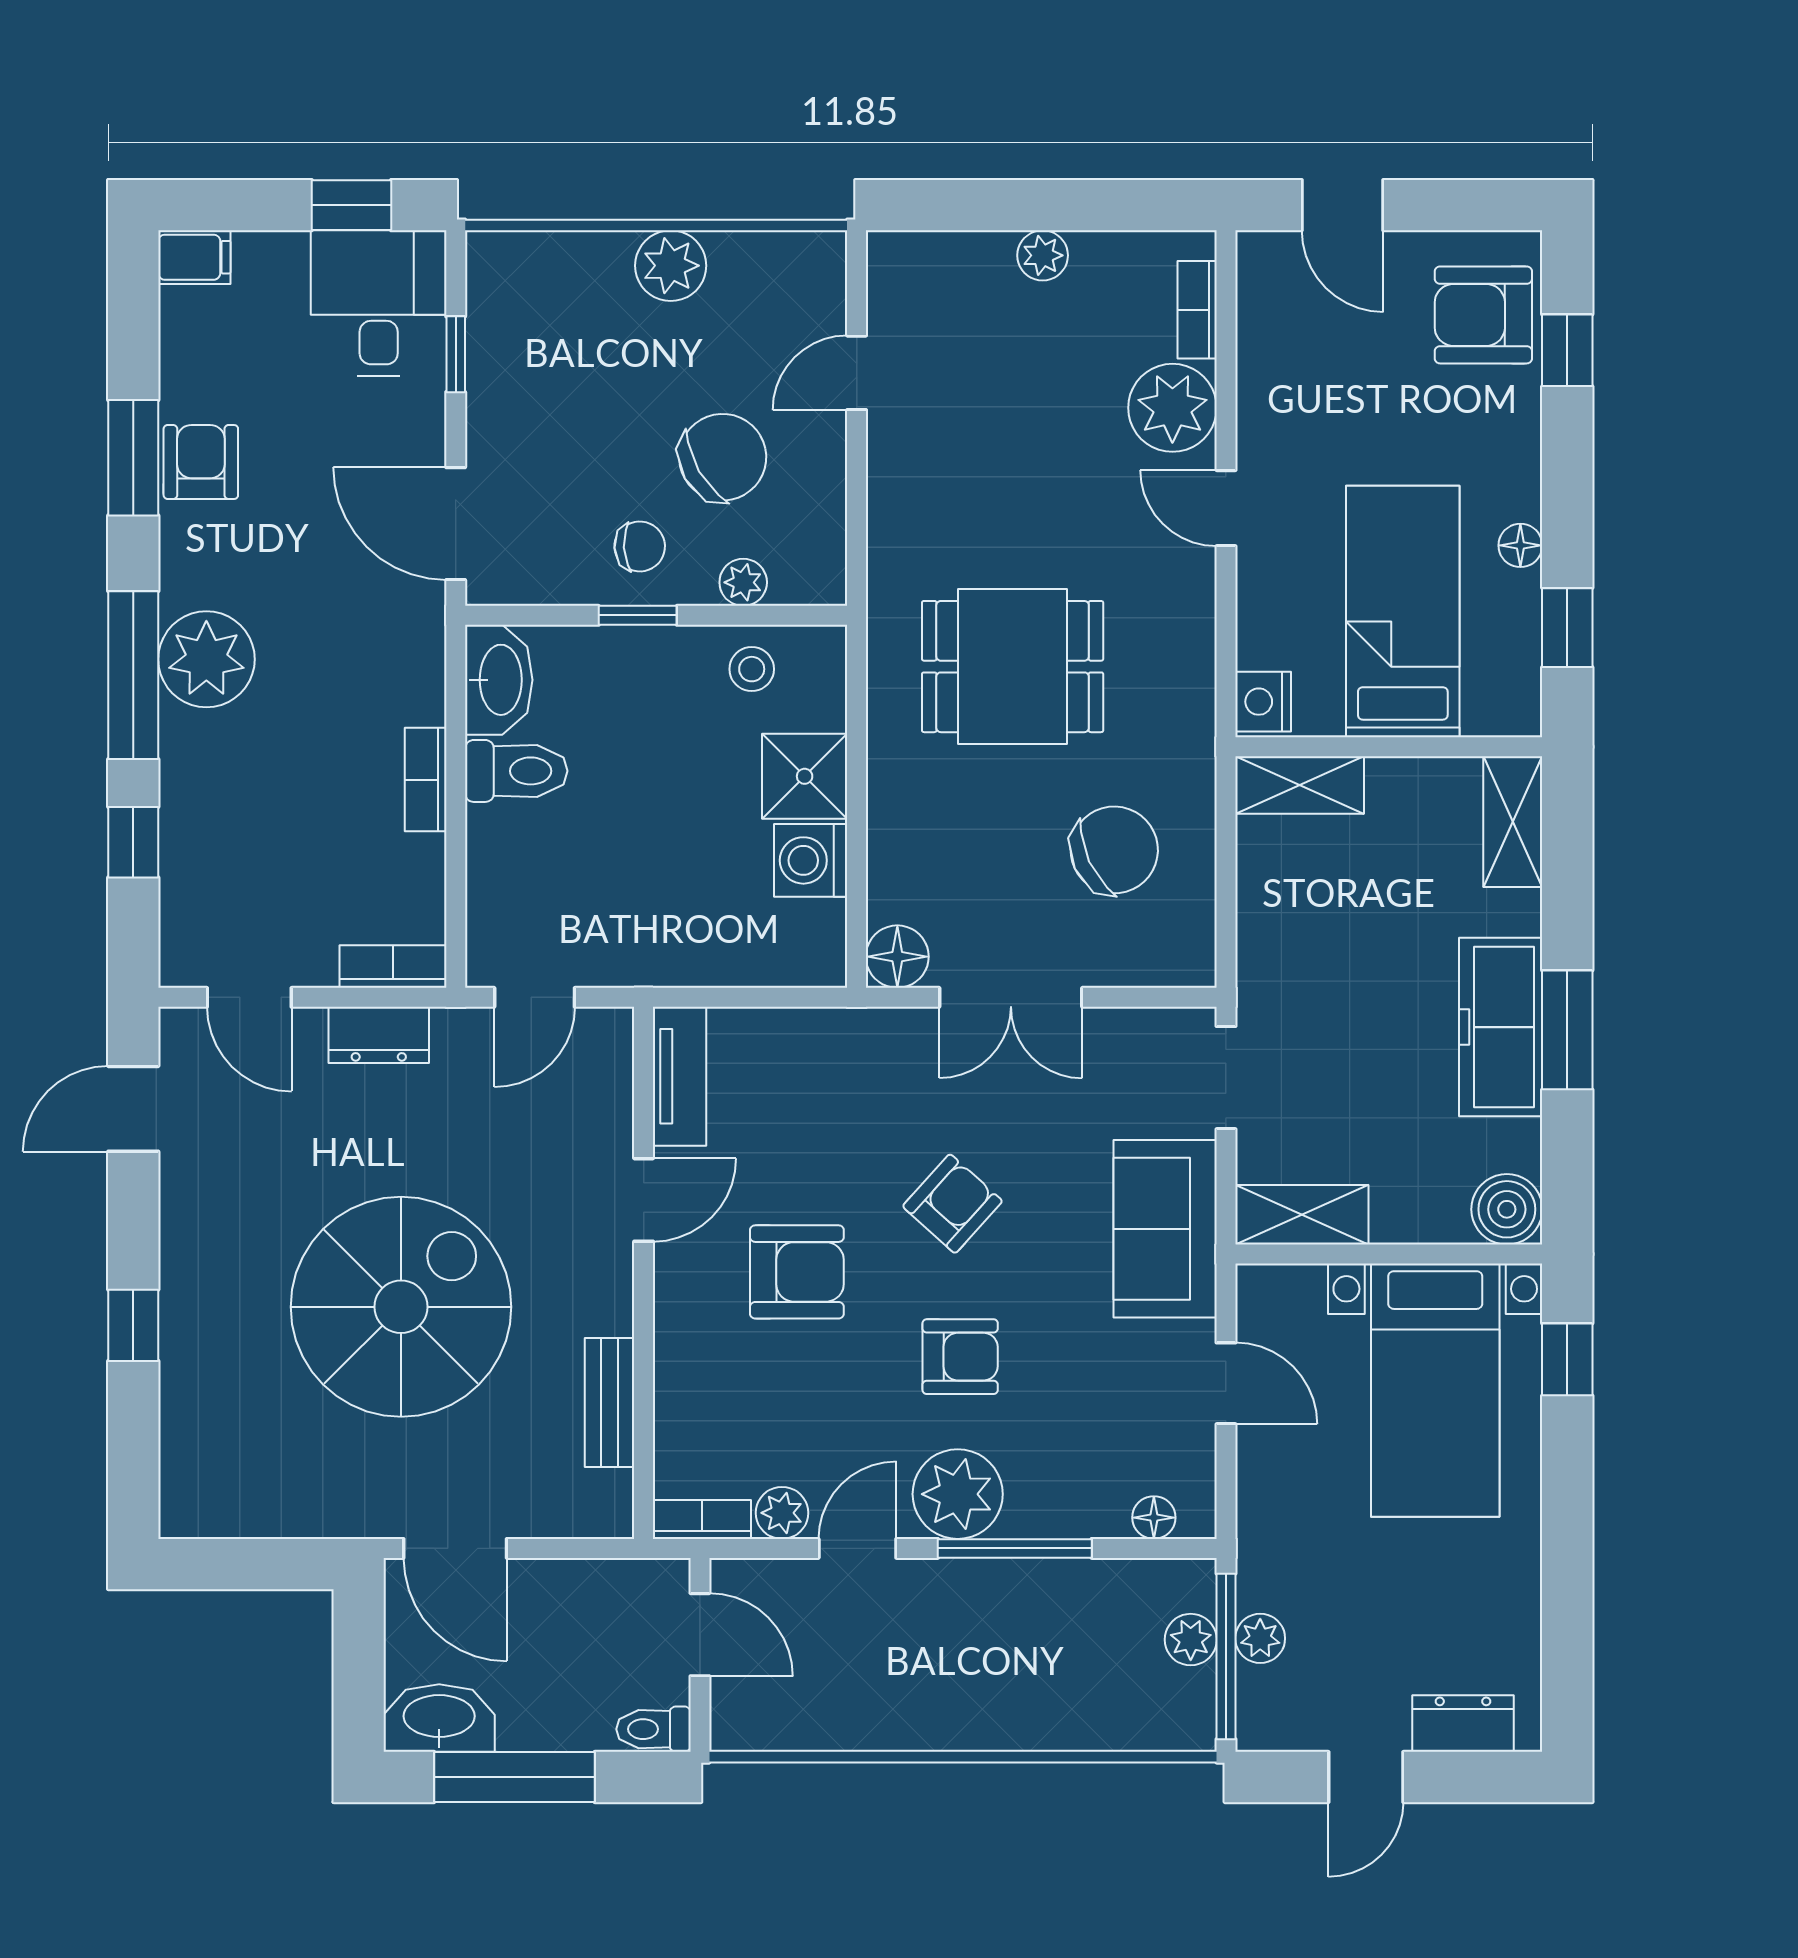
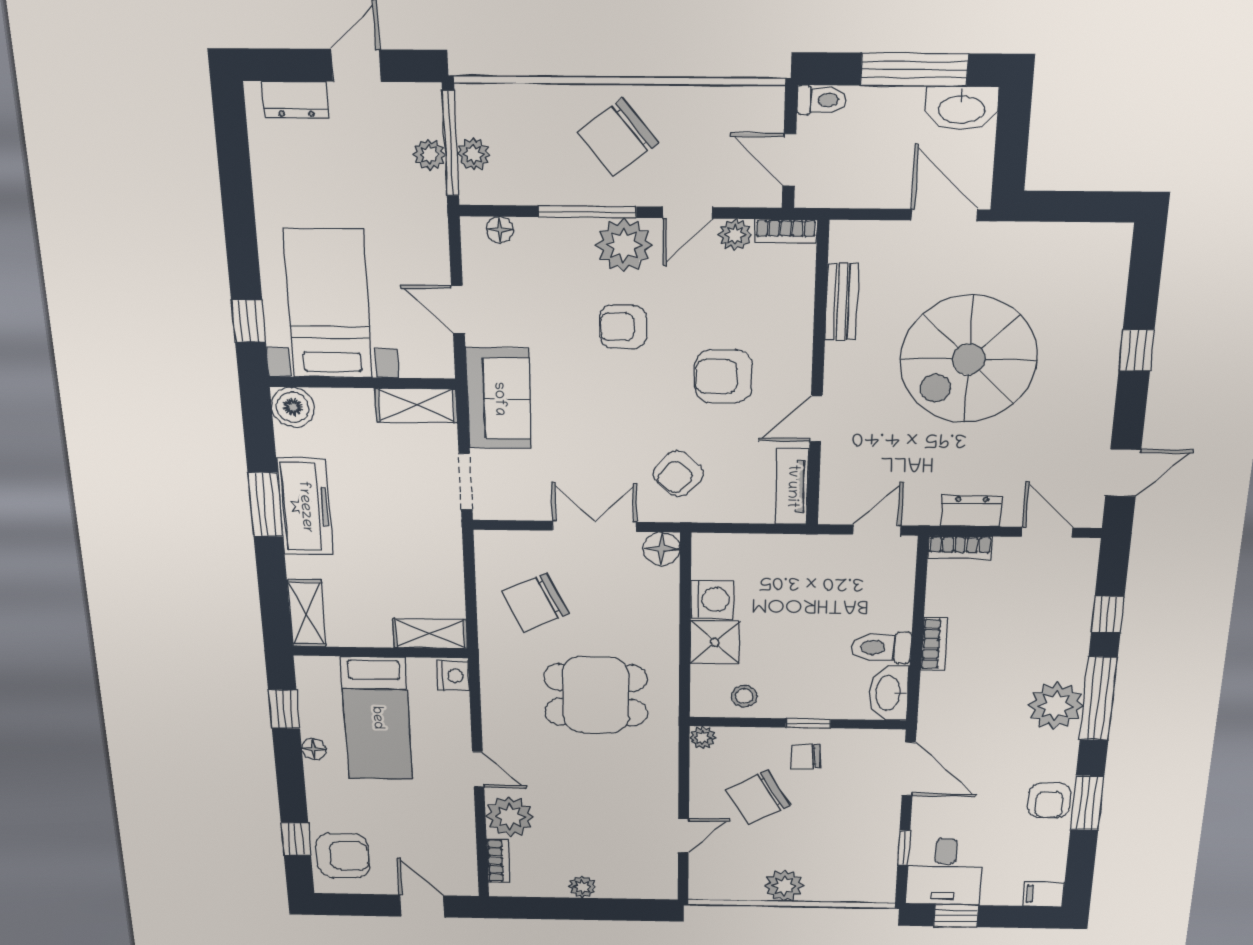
plant: (743, 582) -> (703, 738), moved
armchair: (952, 1204) -> (678, 474), moved
chair: (966, 1668) -> (618, 138), added

